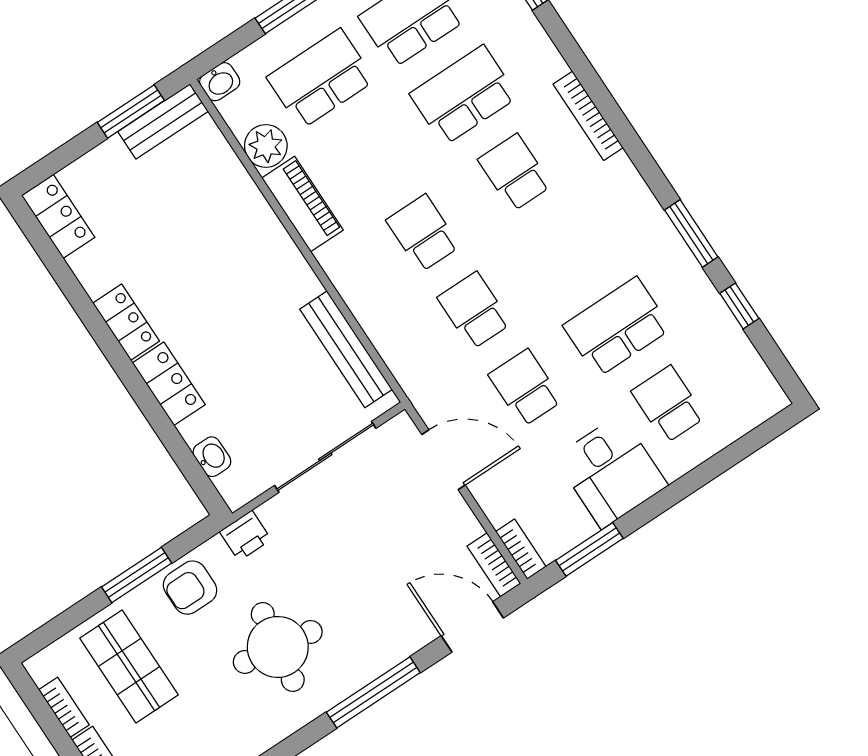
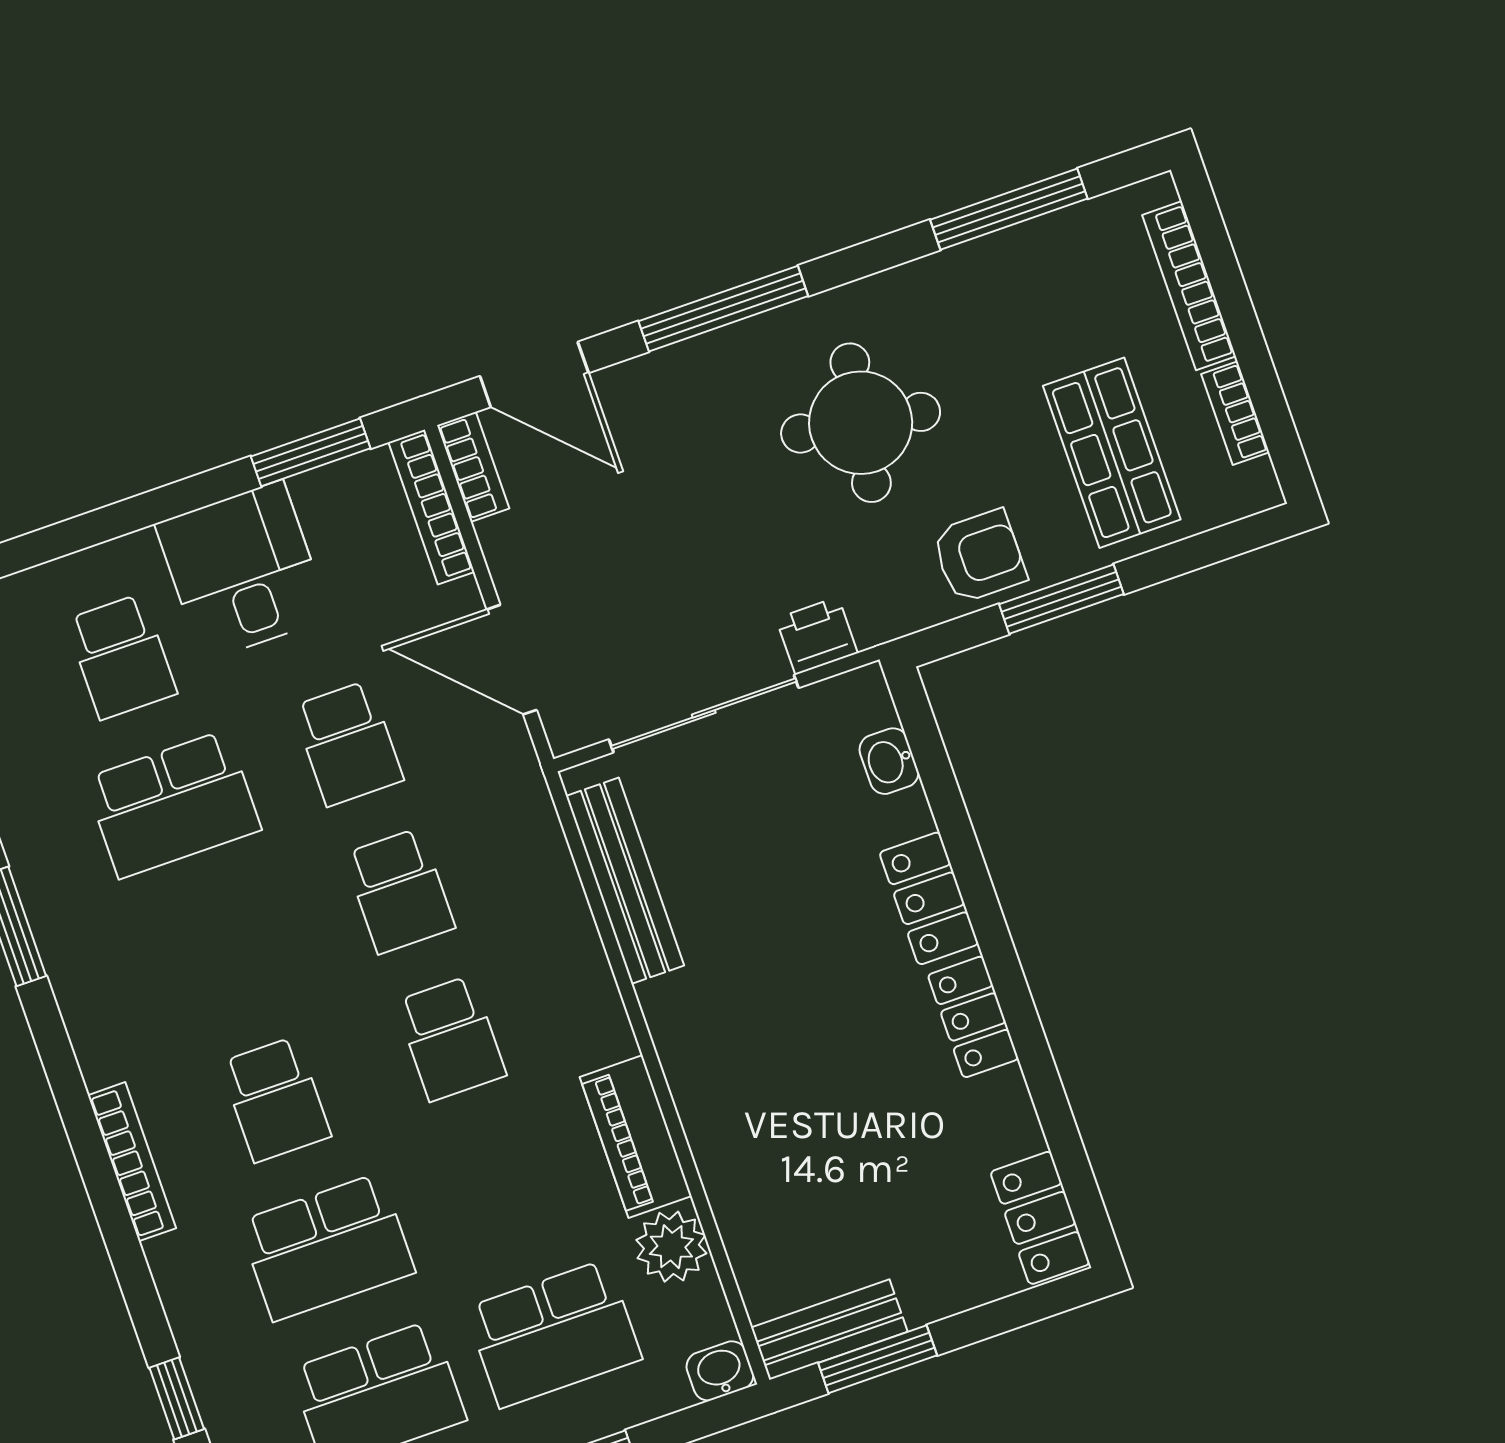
printer: (245, 536) -> (817, 636), moved
bookcase: (521, 549) -> (431, 507), width x1.56

